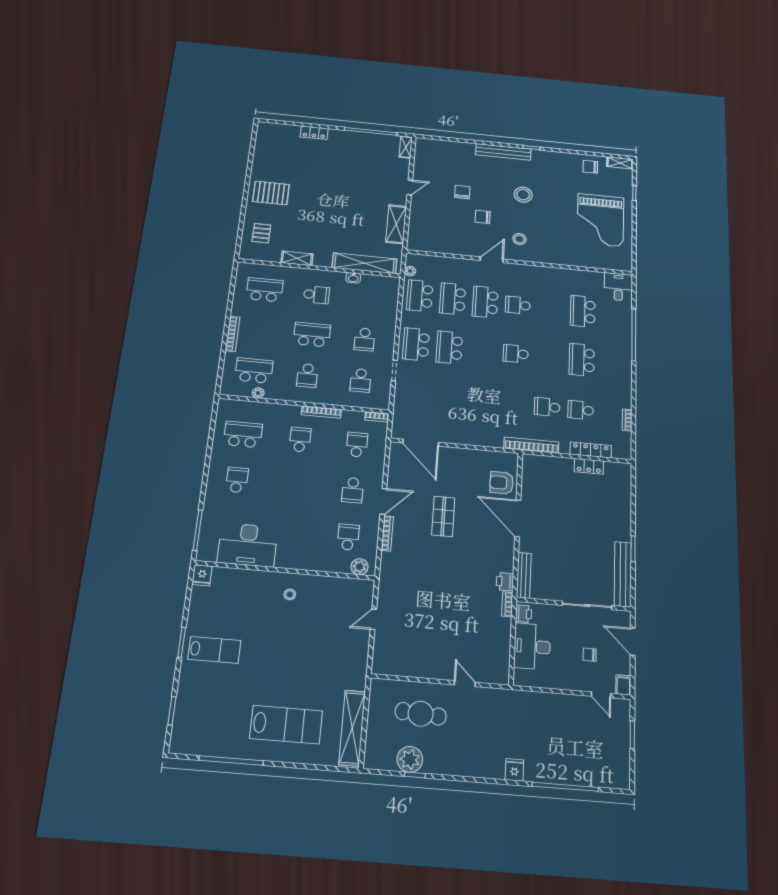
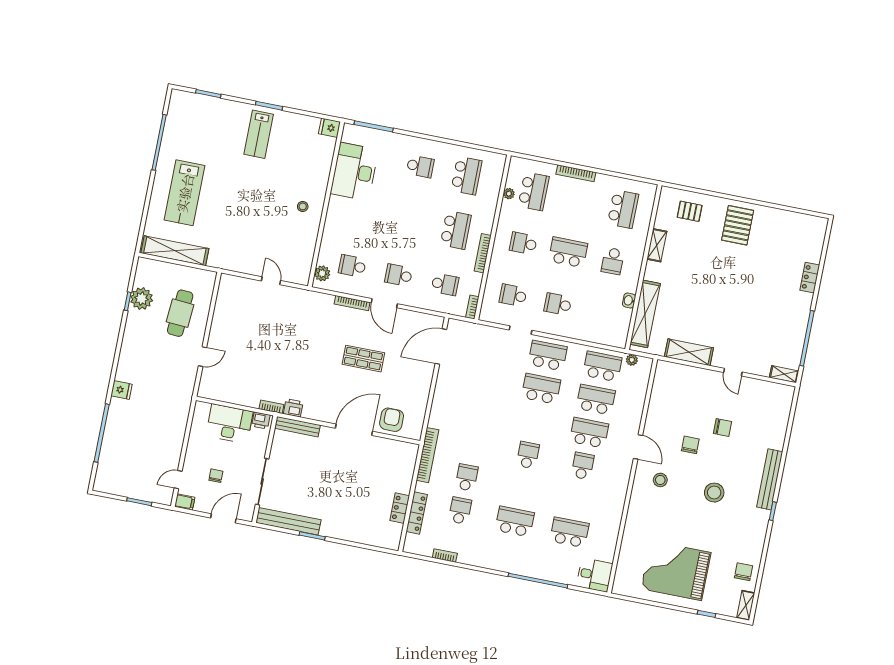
school desk: (312, 335) -> (568, 252), turned -90
school desk: (300, 440) -> (456, 230), width x1.85
school desk: (348, 537) -> (352, 266), turned 180

